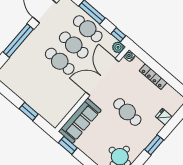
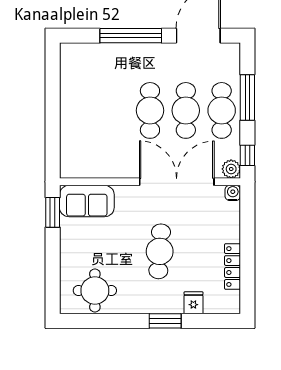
locker: (153, 77) -> (233, 267), moved
window: (29, 111) -> (53, 126), removed
sofa: (80, 121) -> (87, 201), width x0.73
window: (154, 145) -> (165, 321), moved

